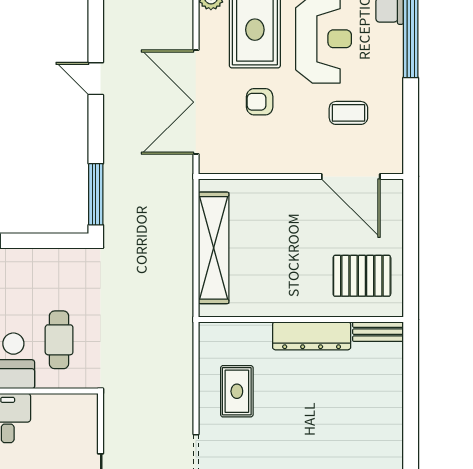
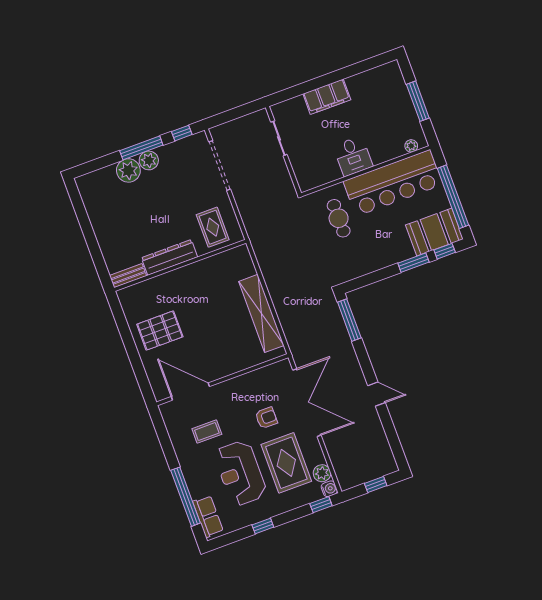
wall: (301, 320) -> (180, 265), moved
bench: (378, 332) -> (128, 276), moved
dresser: (312, 336) -> (169, 257), moved

